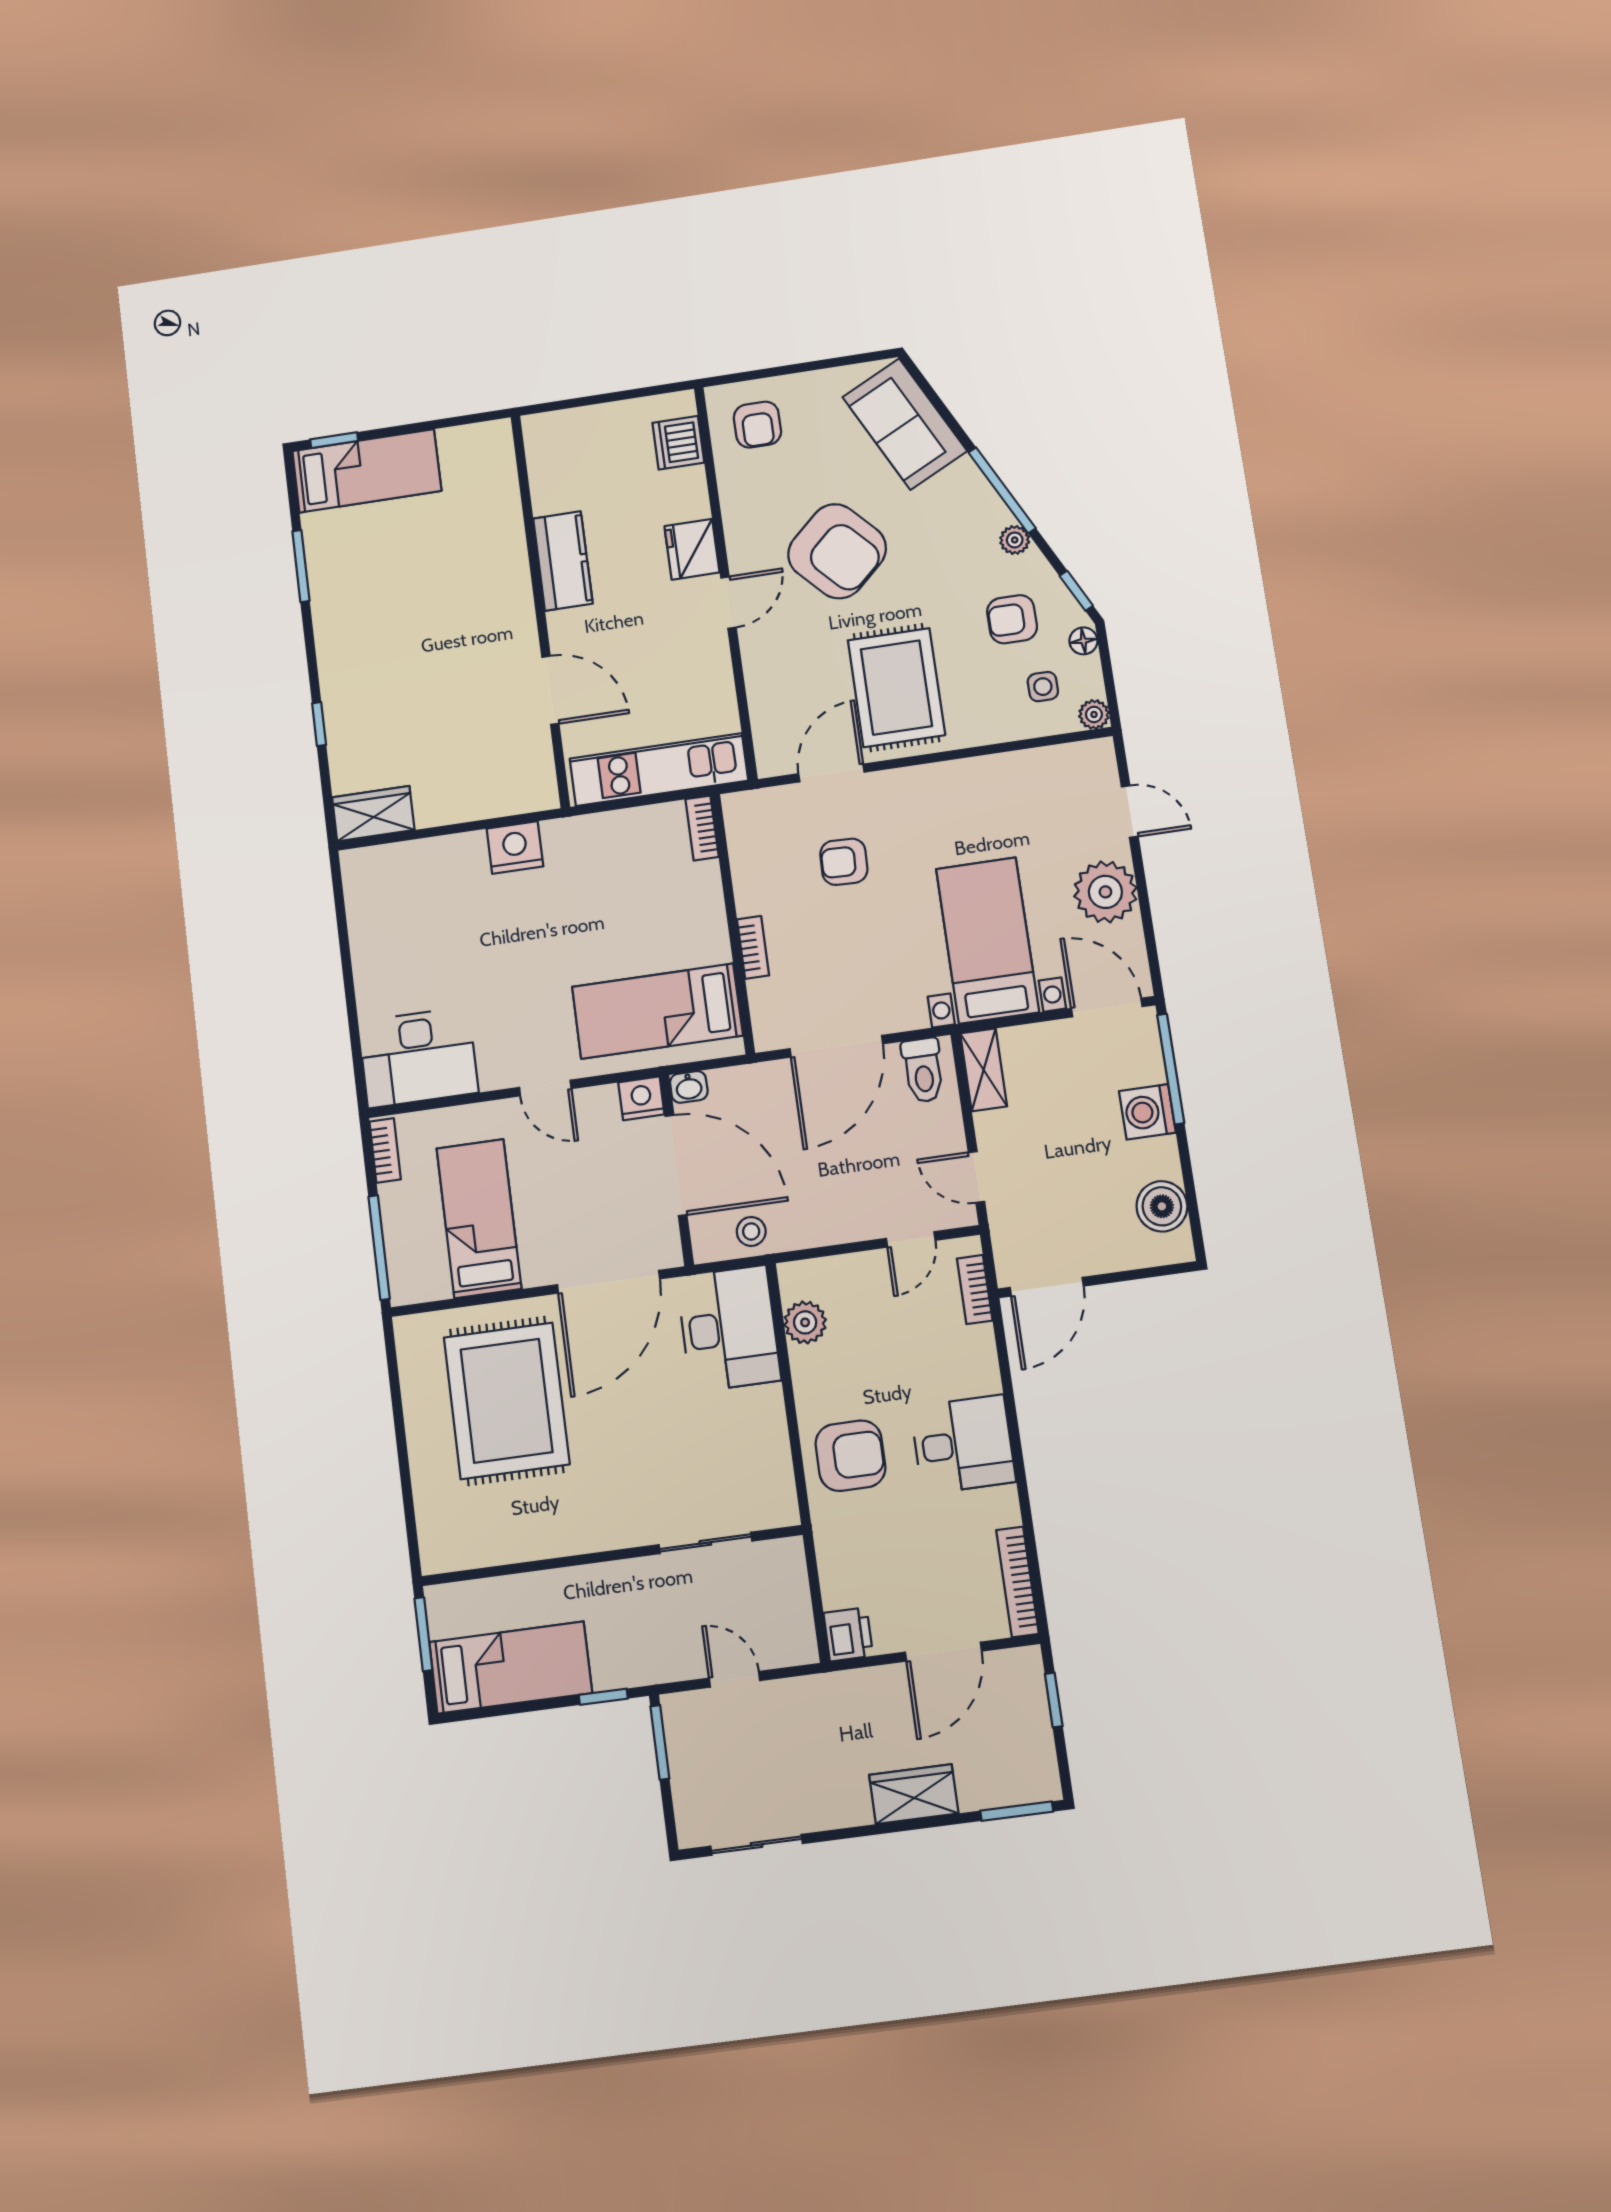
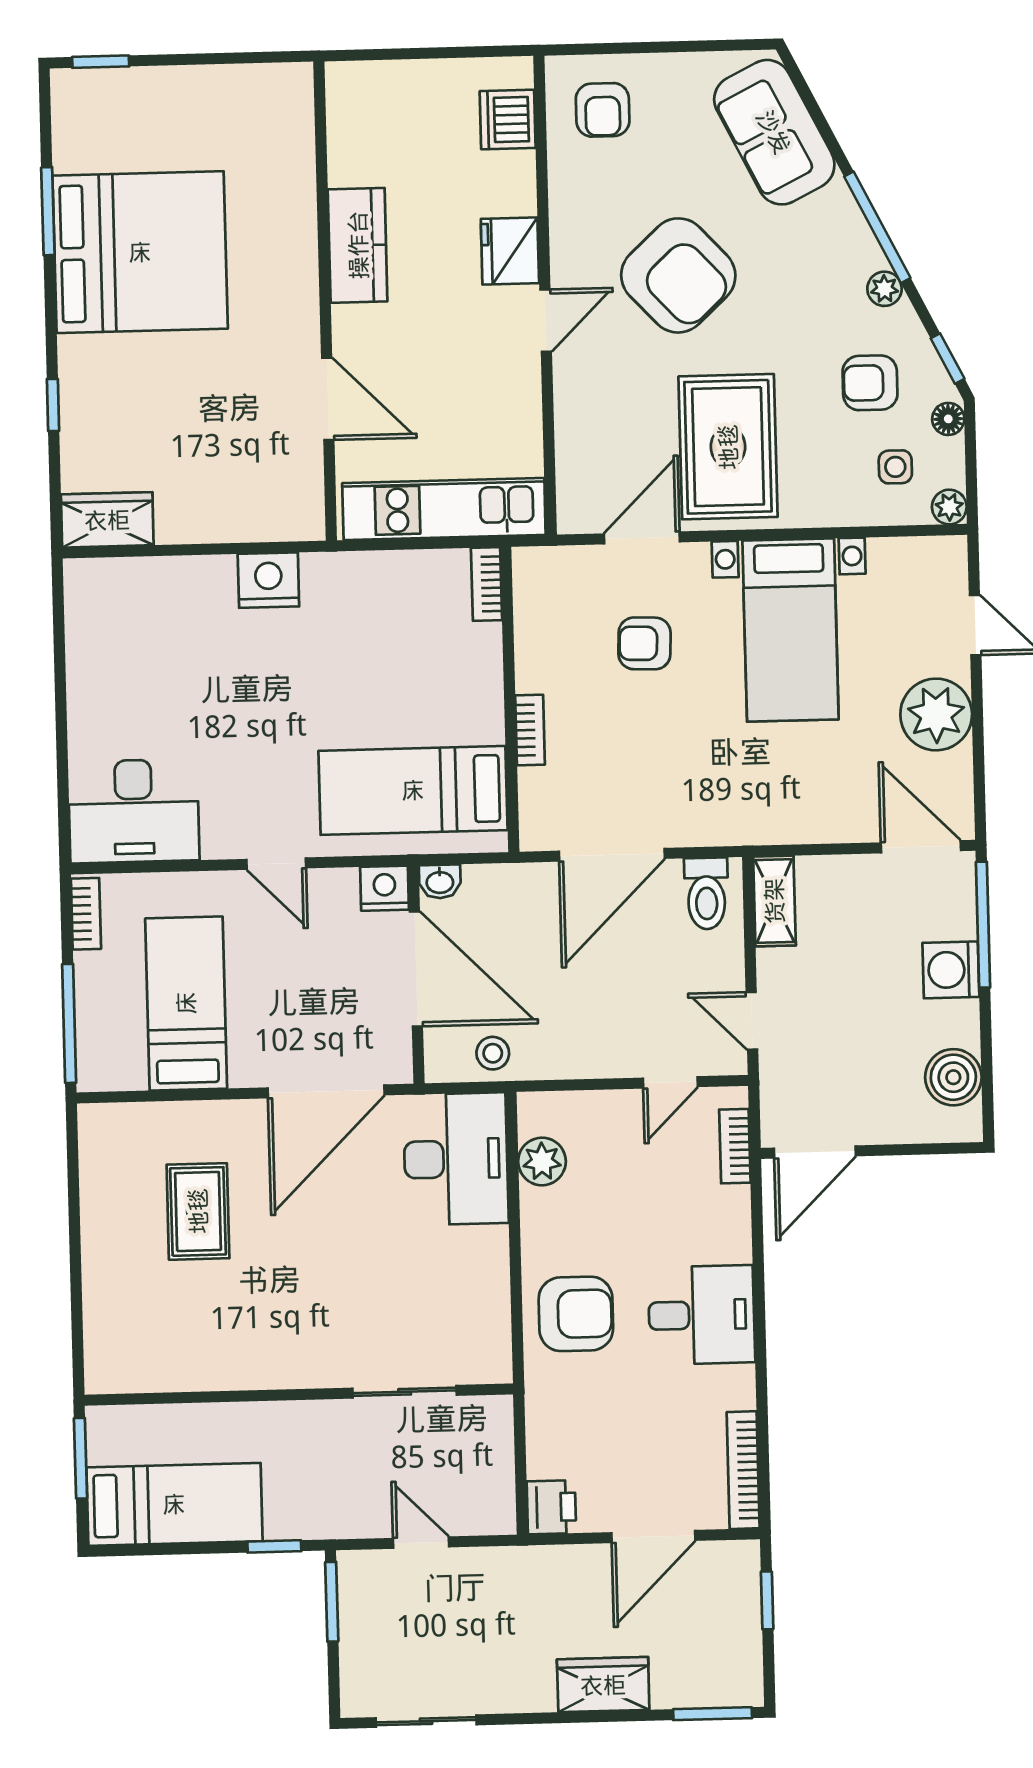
bed: (367, 471) -> (140, 252), moved, width x2.04
bed with nightstands: (987, 940) -> (791, 630), moved, turned 180
rug: (507, 1401) -> (198, 1211), width x0.54, depth x0.49

